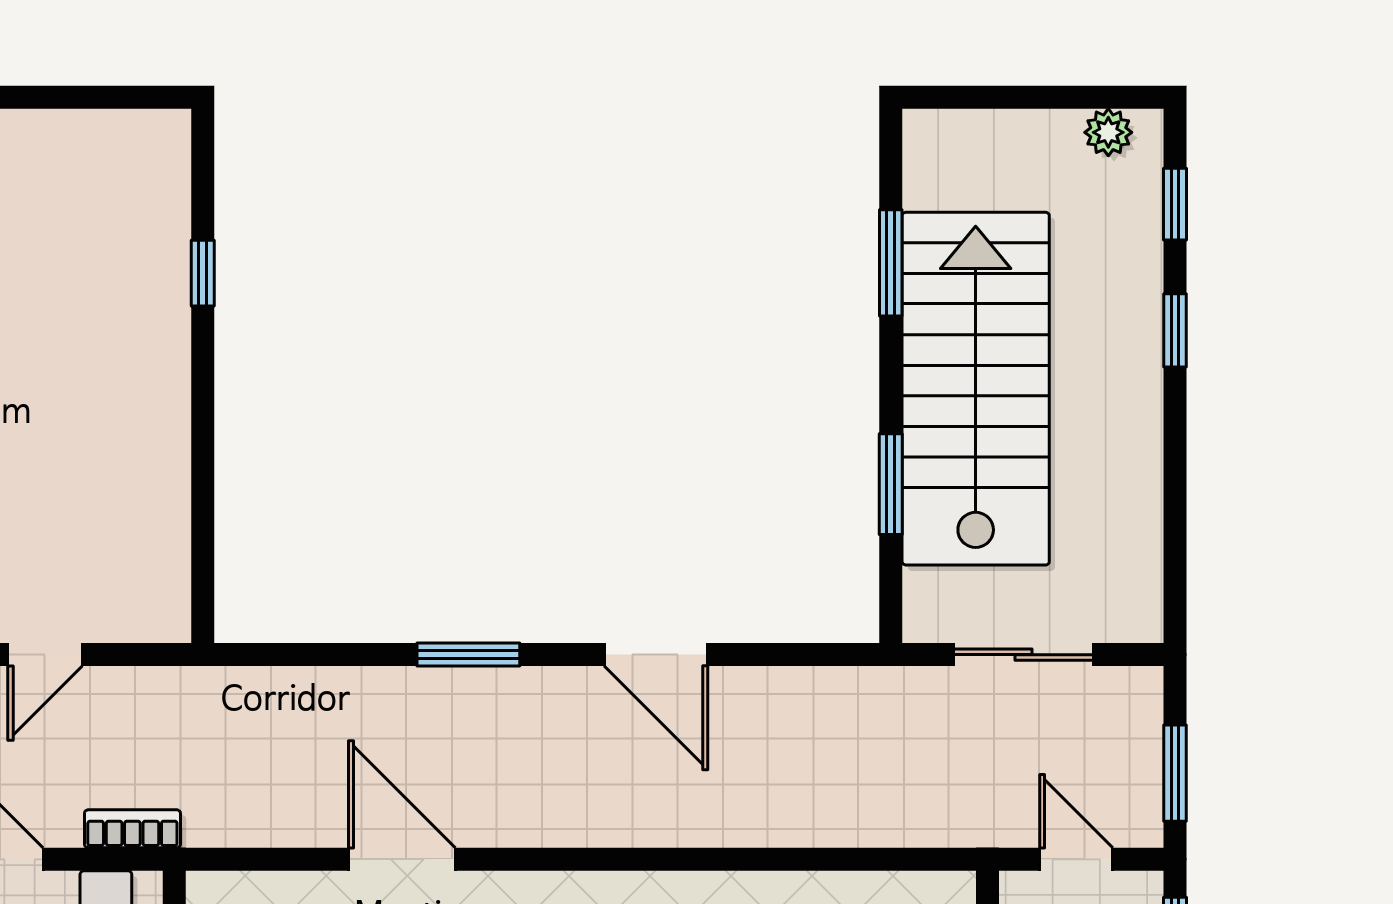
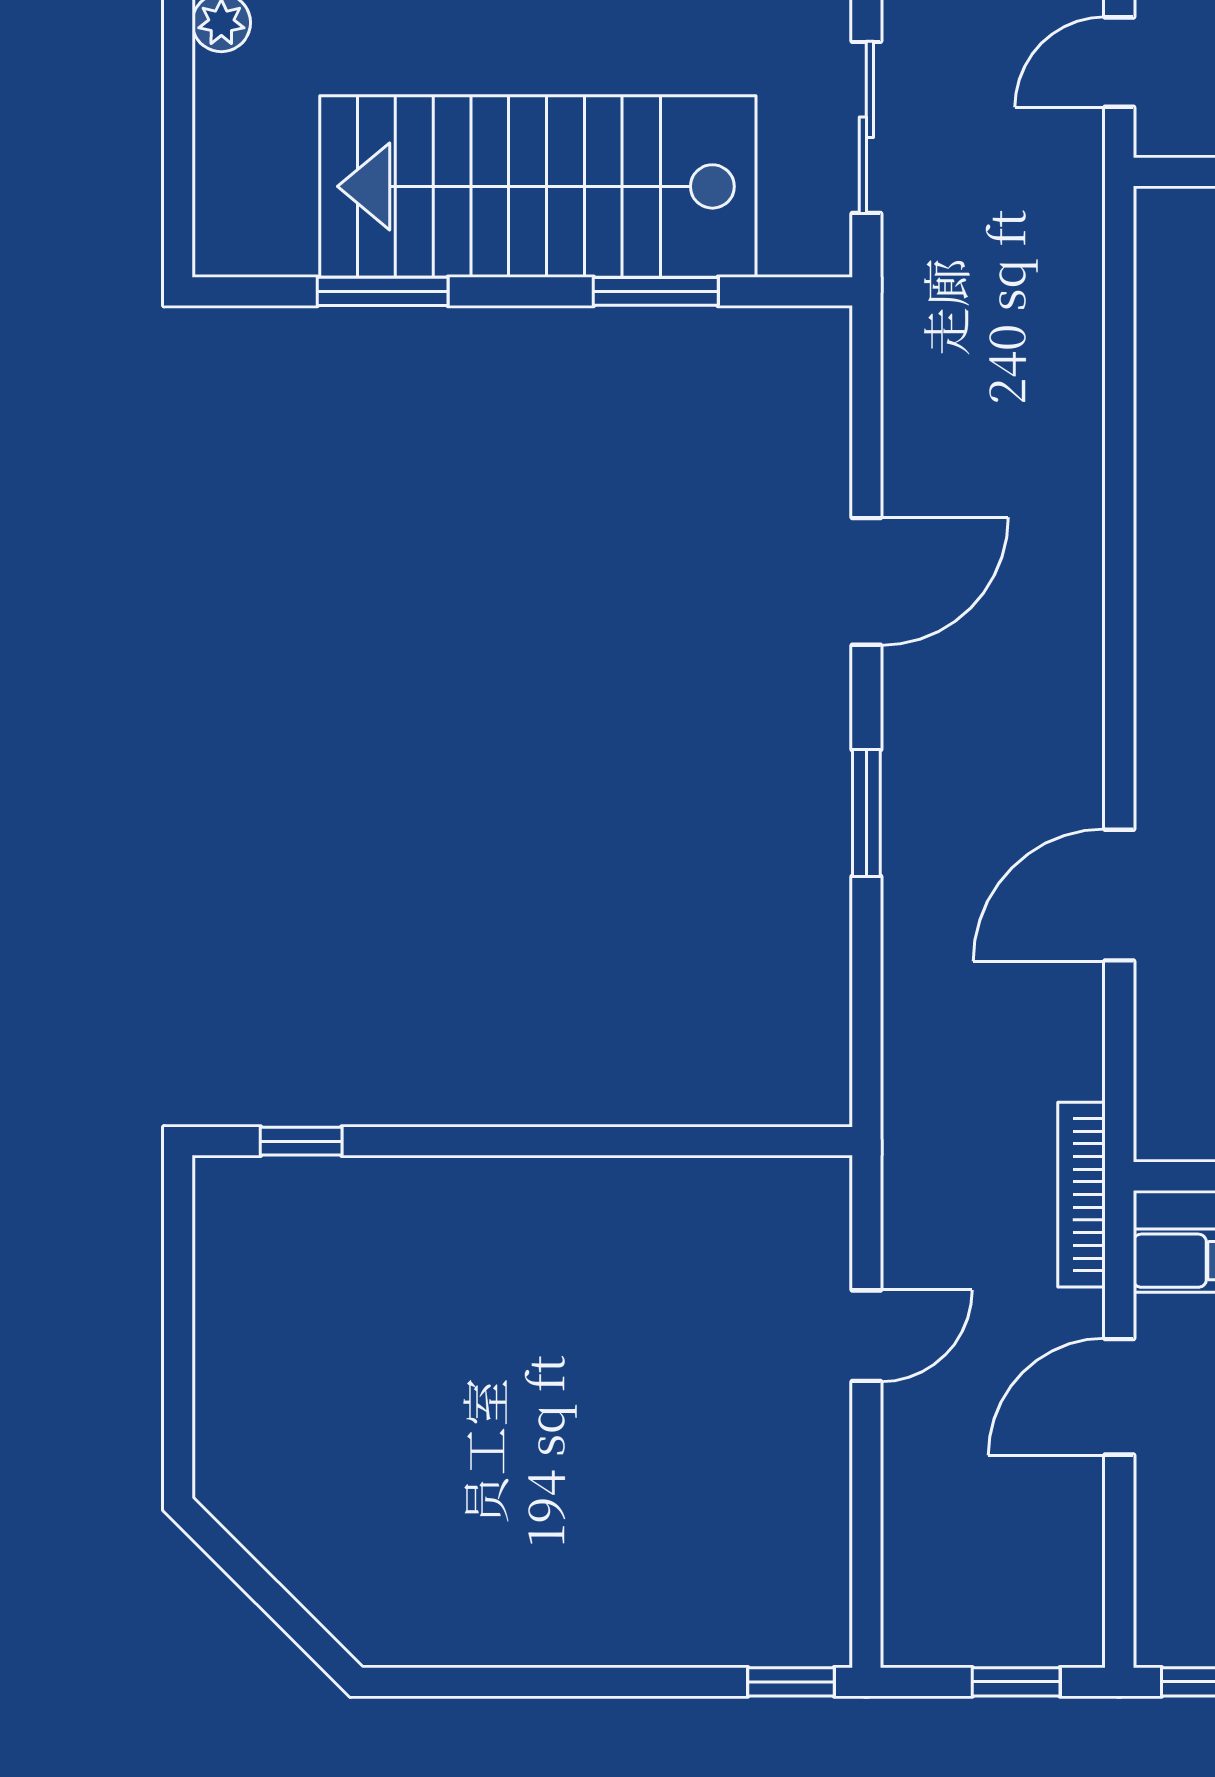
window: (203, 273) -> (301, 1141), moved
door: (45, 655) -> (866, 1336), hinge flipped
bookcase: (132, 829) -> (1082, 1195), width x1.56

